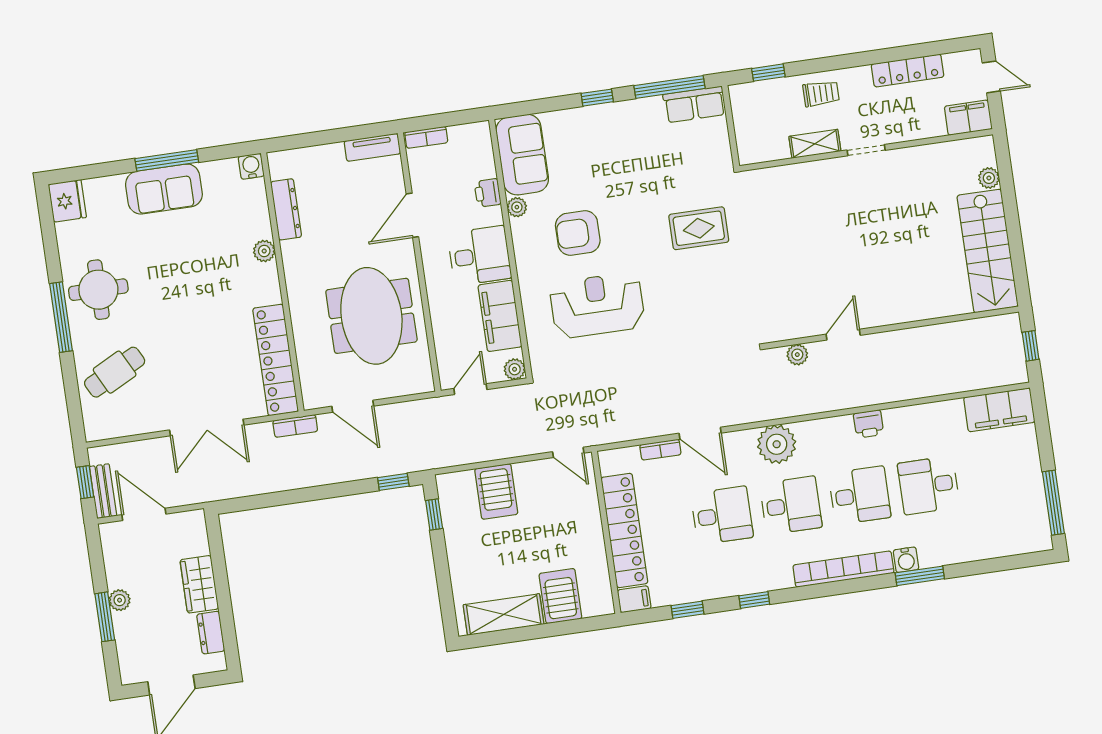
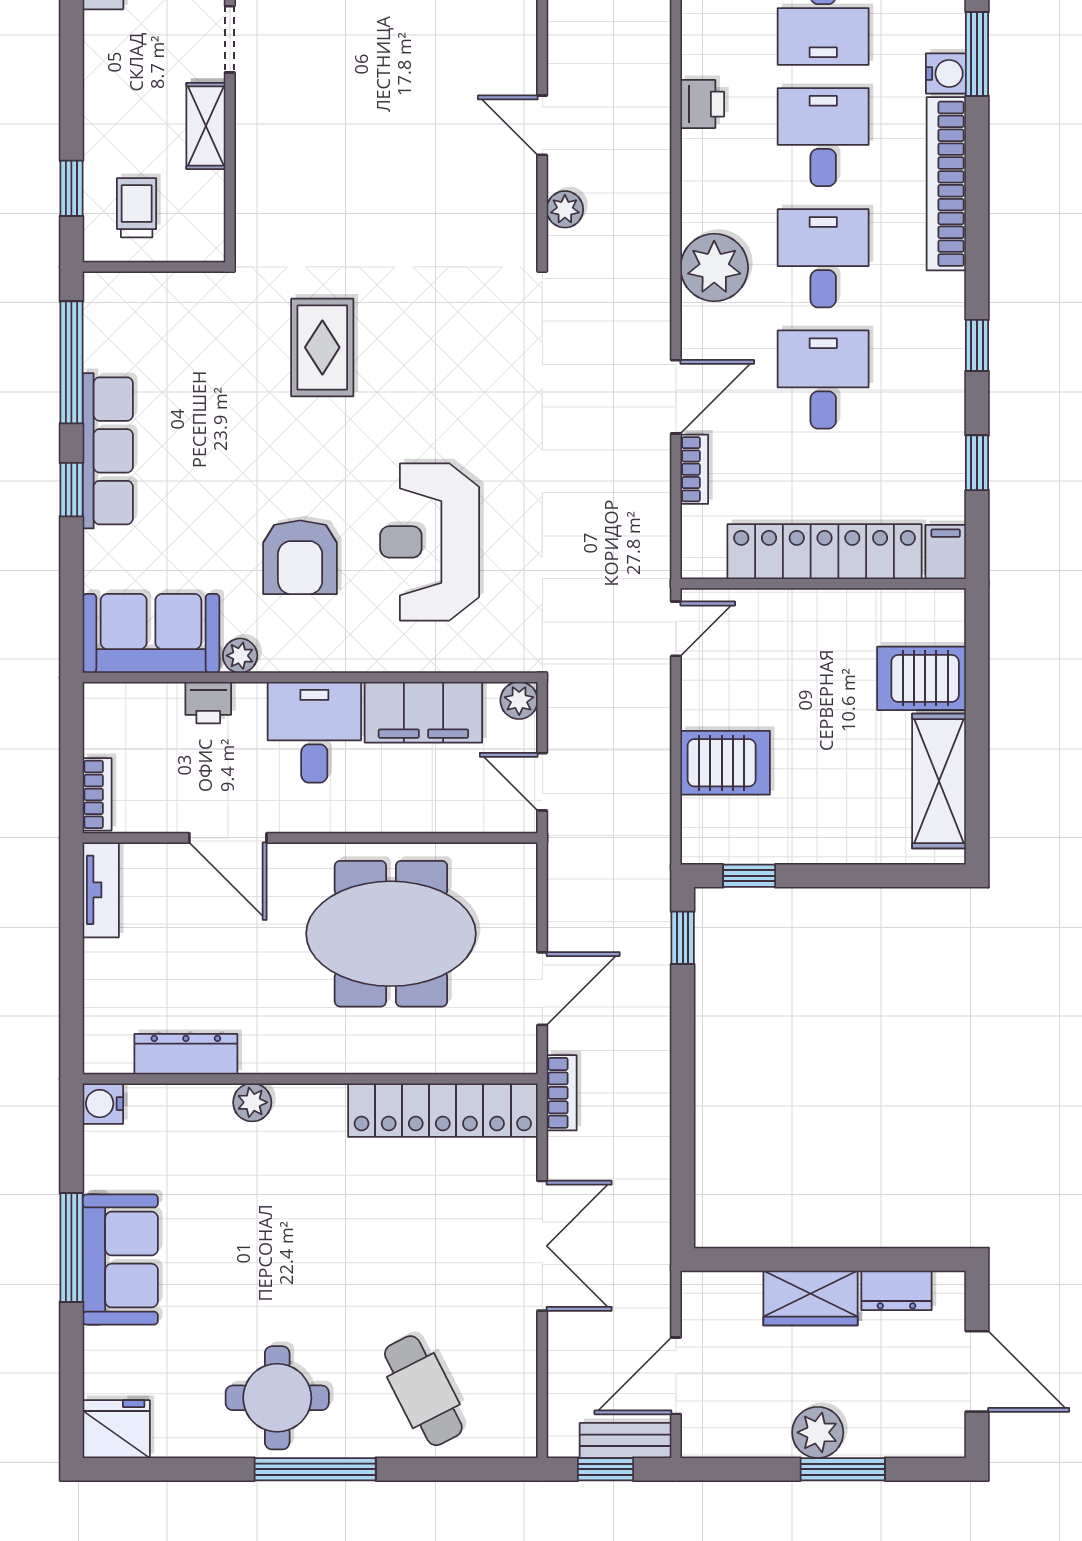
trolley: (821, 94) -> (137, 208), moved
row of seats: (694, 104) -> (108, 451), moved, width x1.48
plant: (120, 600) -> (818, 1432), width x1.38, depth x1.38

